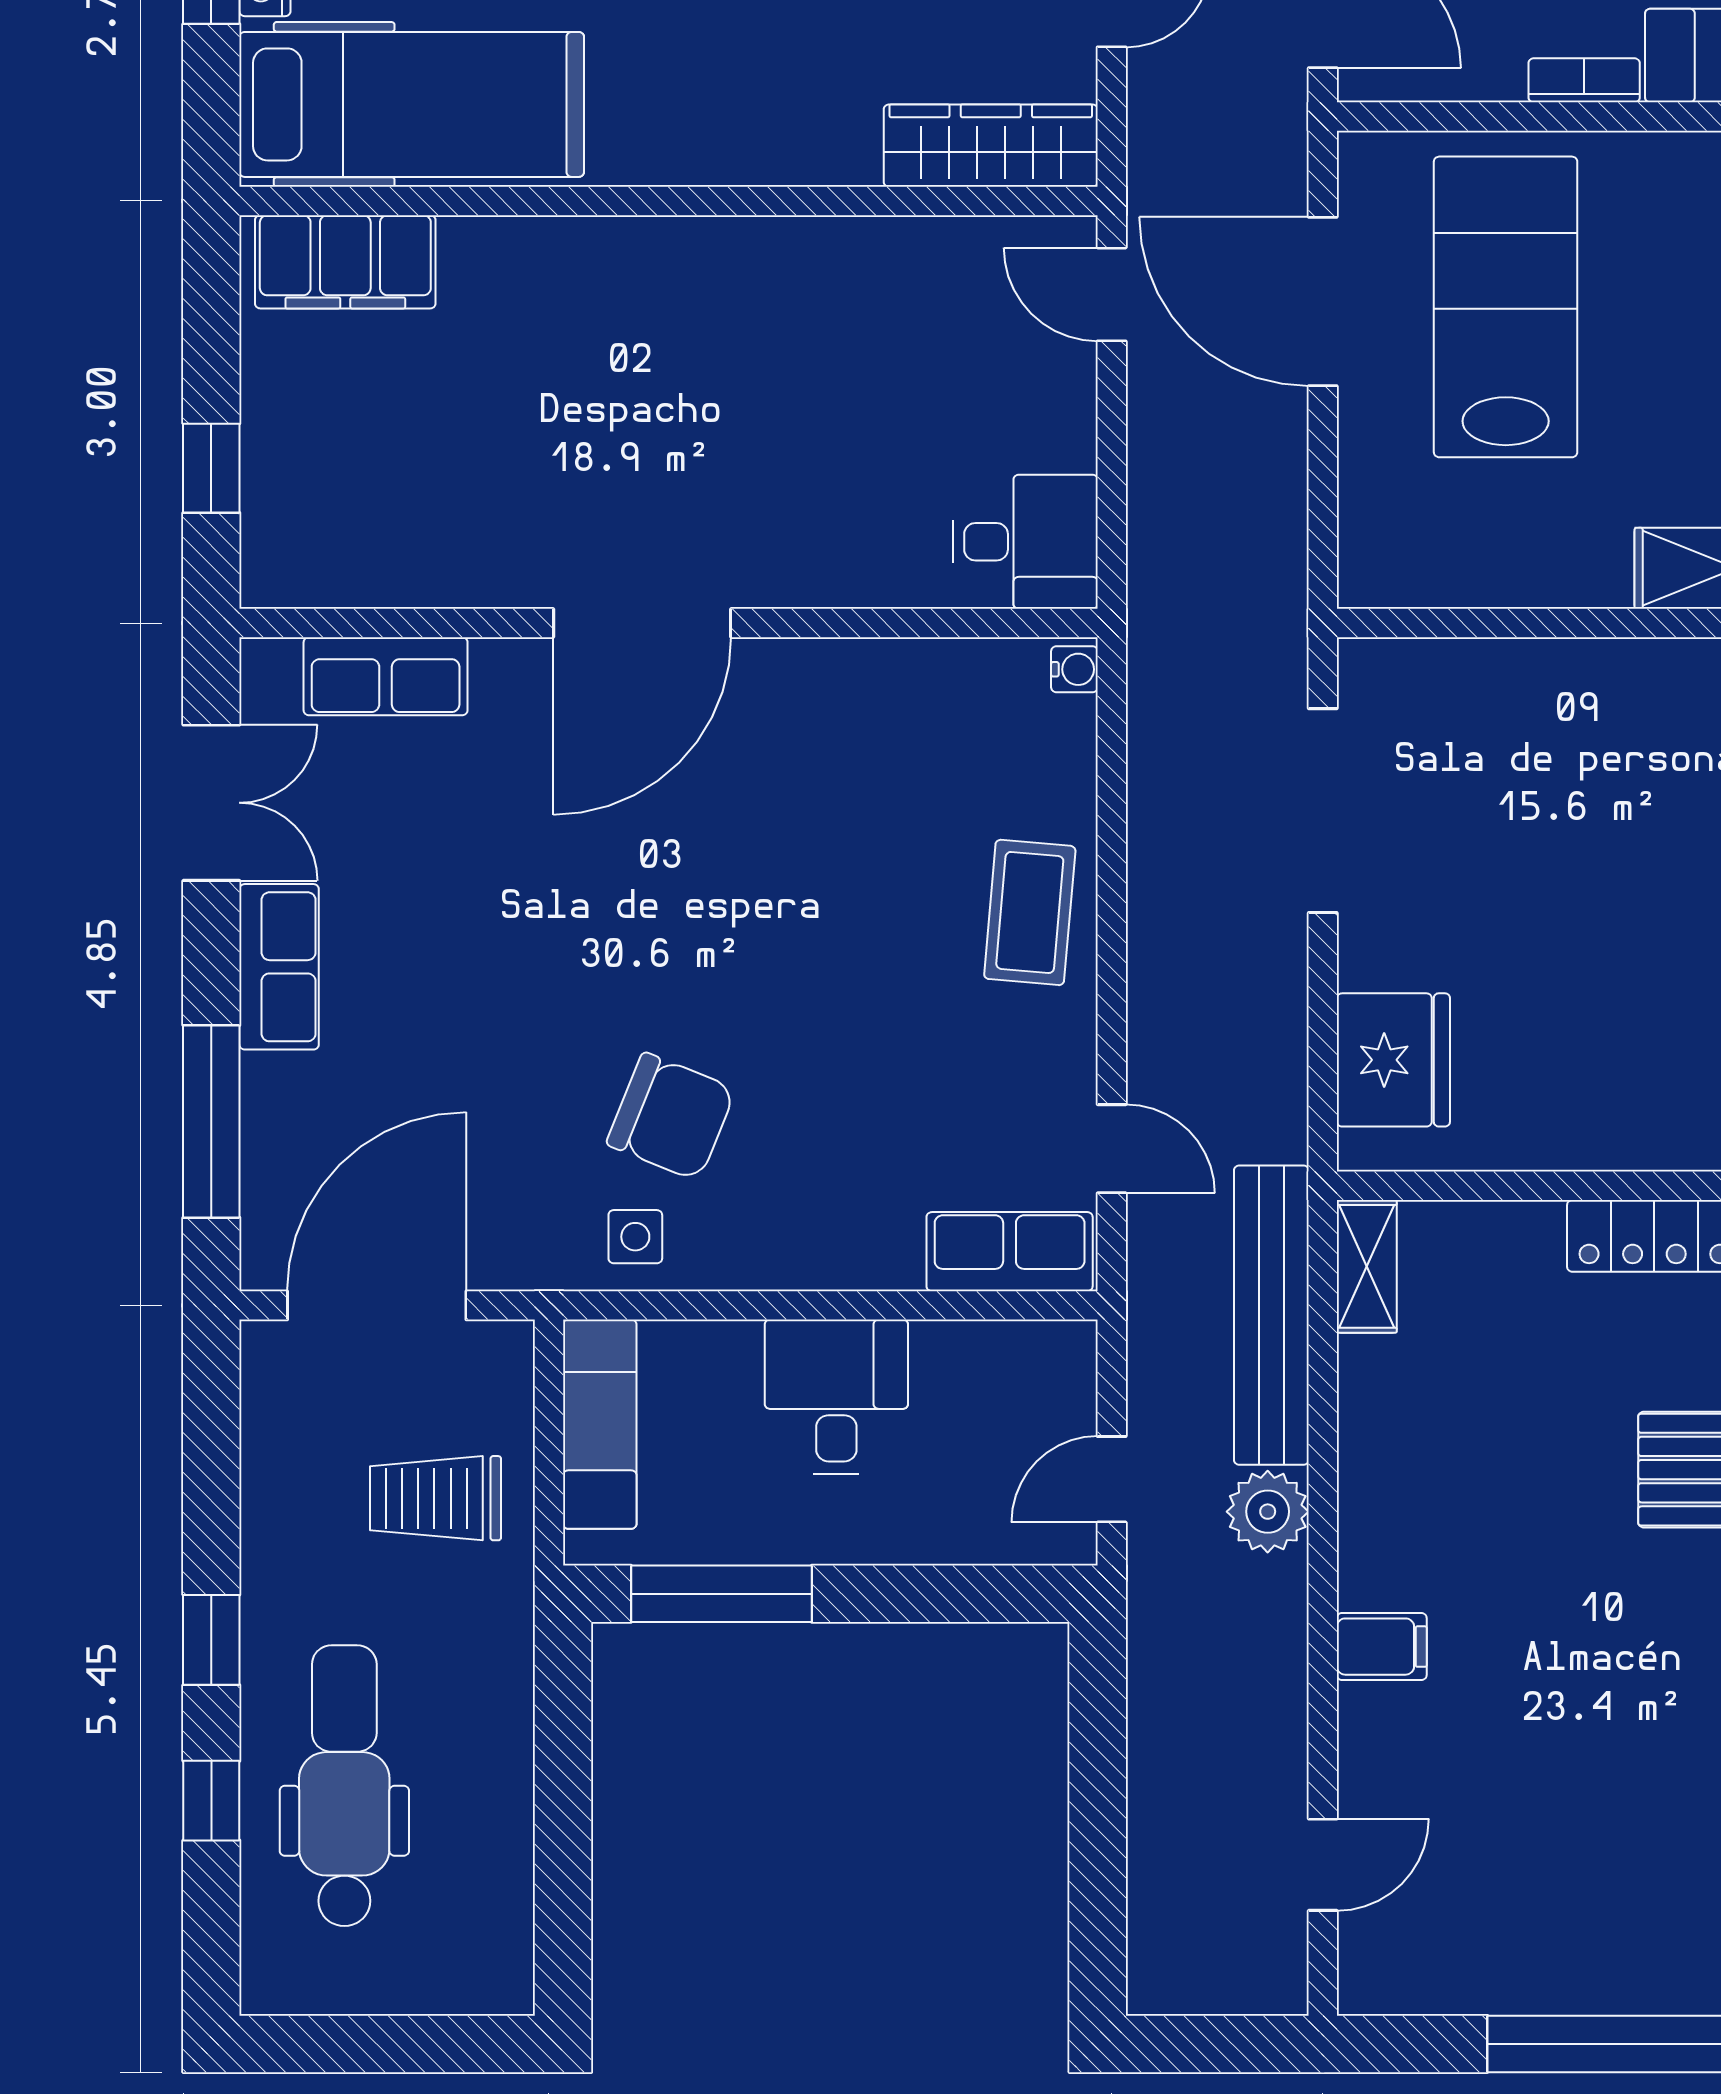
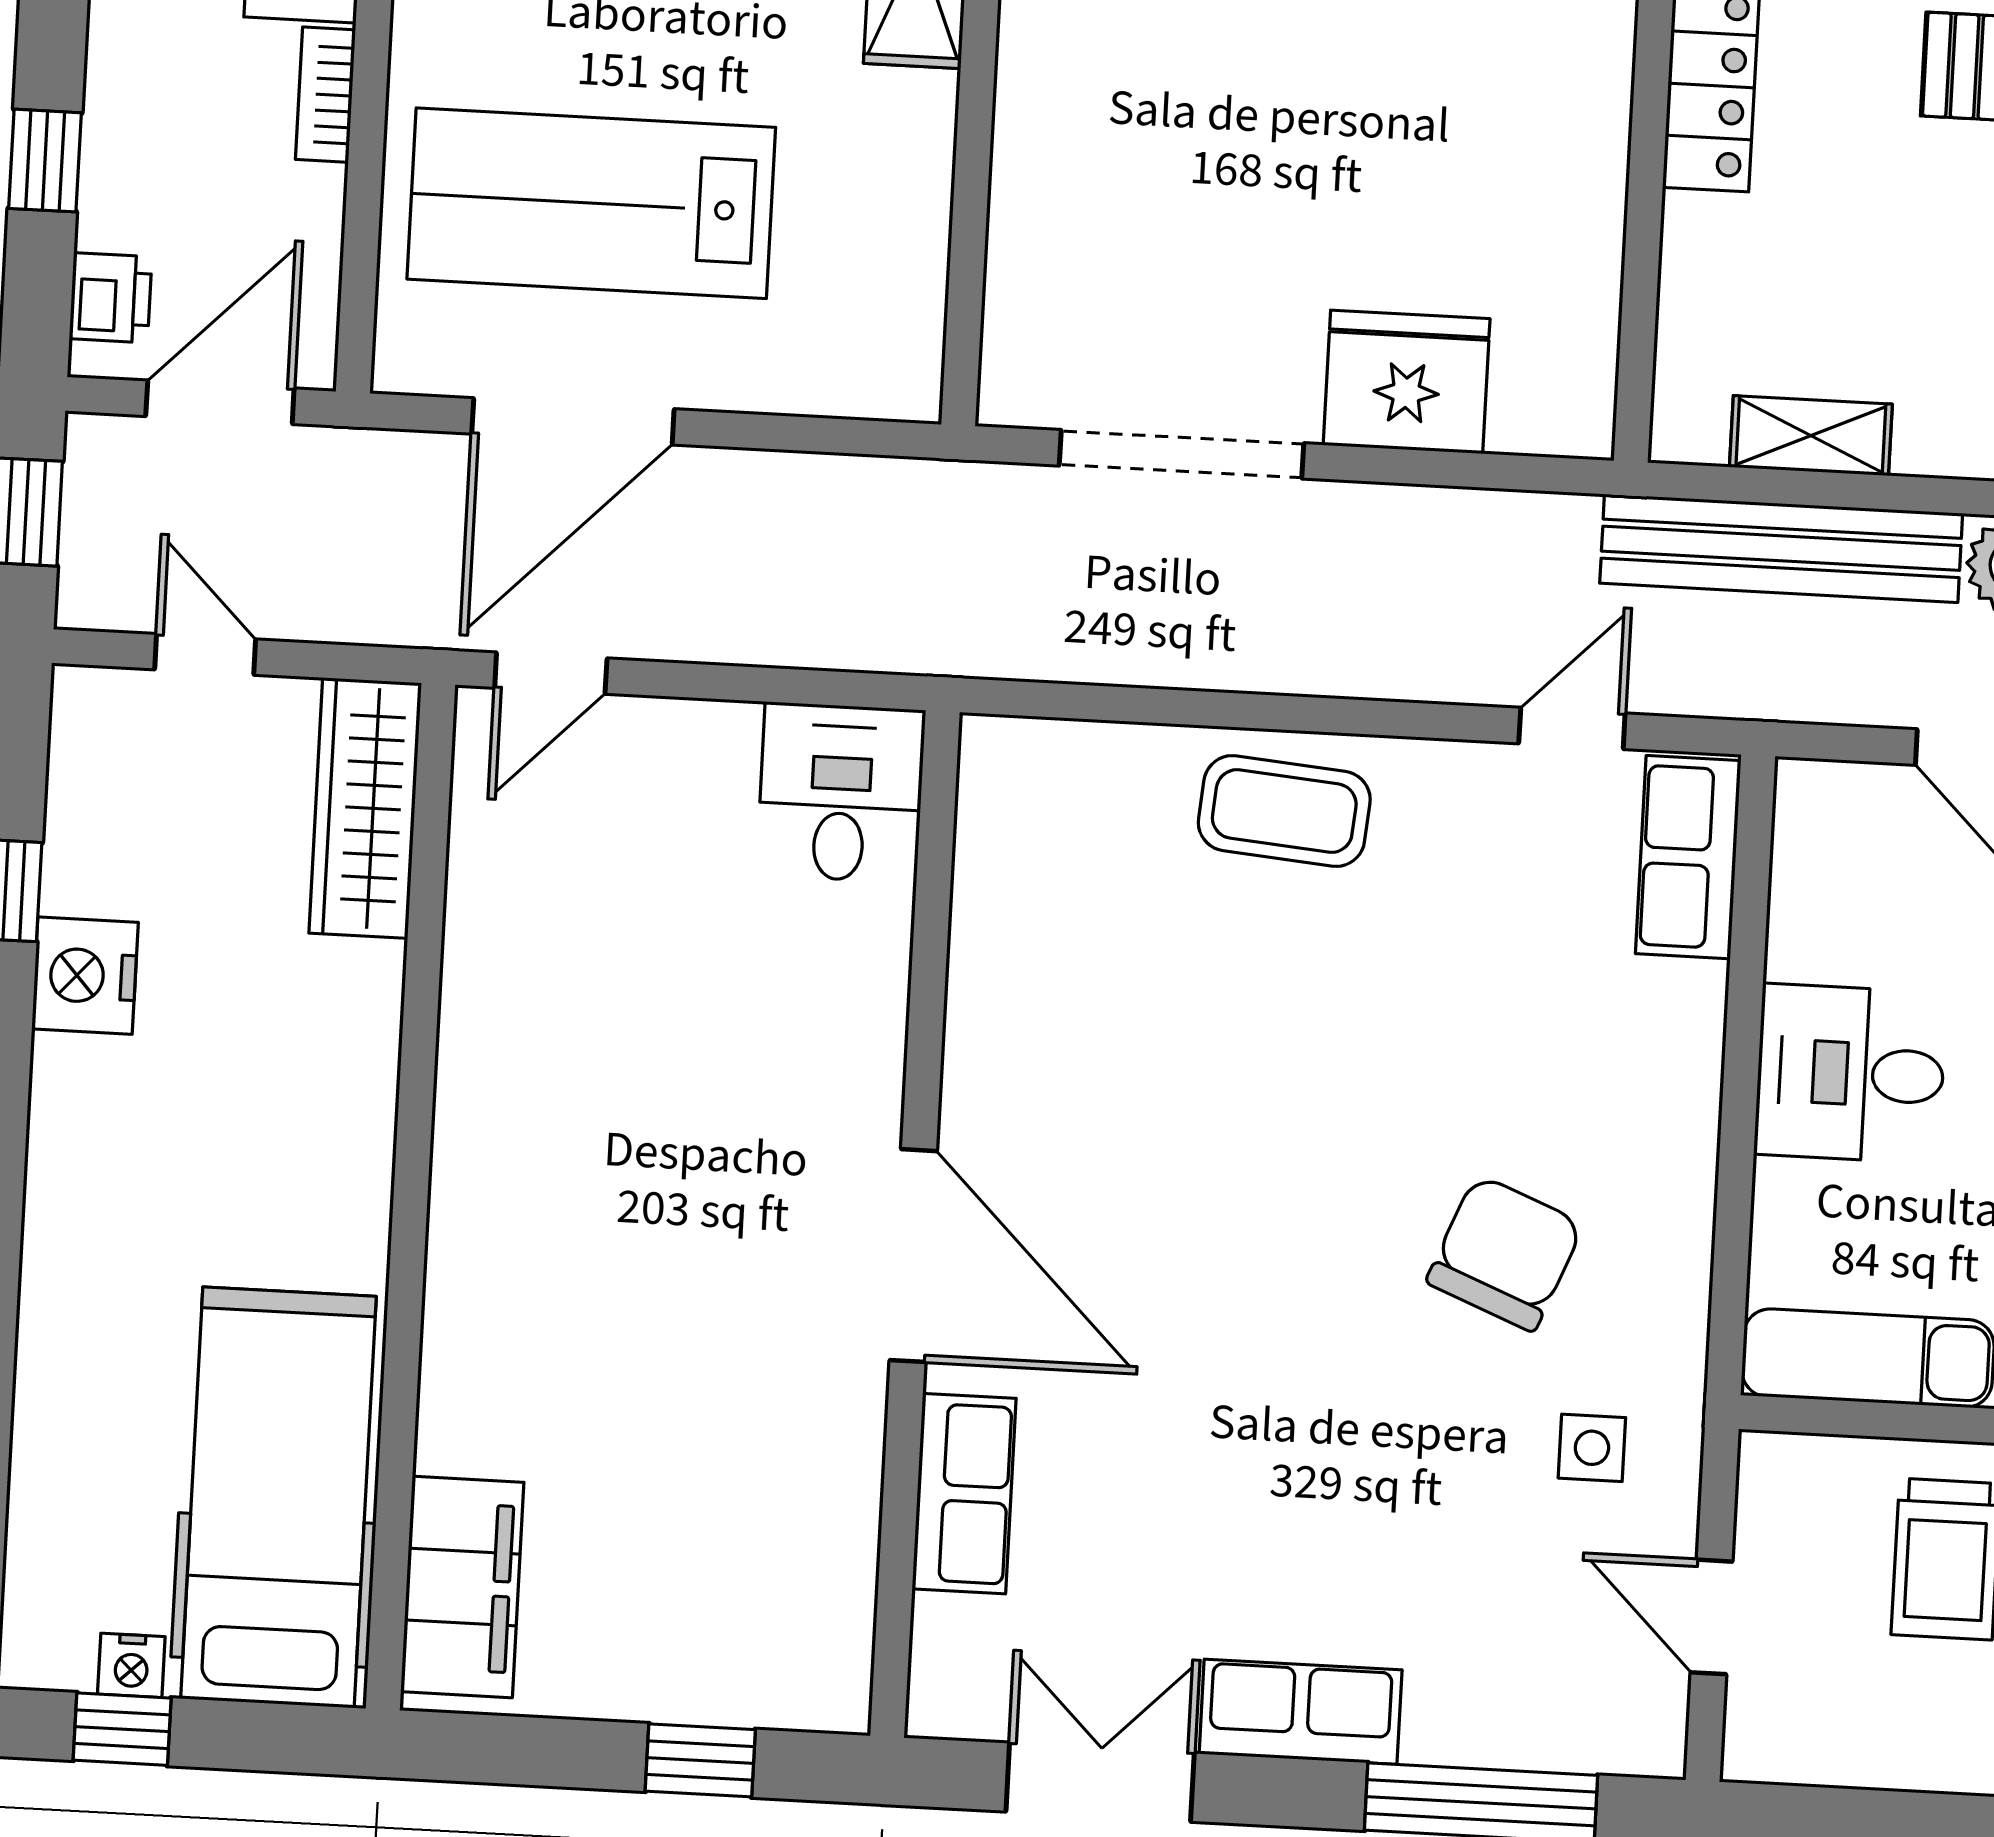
water cooler: (1074, 669) -> (996, 742), removed
row of seats: (386, 676) -> (964, 1494), moved
fridge: (1393, 1060) -> (1407, 382), moved
side table: (635, 1237) -> (1592, 1448), moved
shelving: (1367, 1266) -> (1811, 436), moved
door: (377, 1305) -> (1712, 1617), width x0.53

